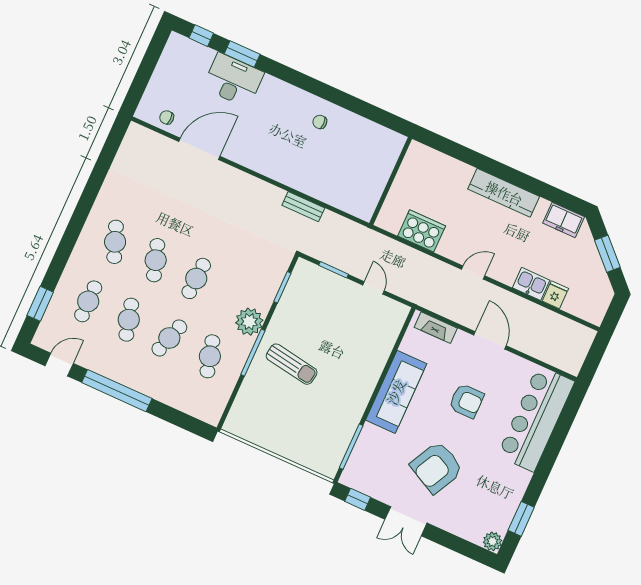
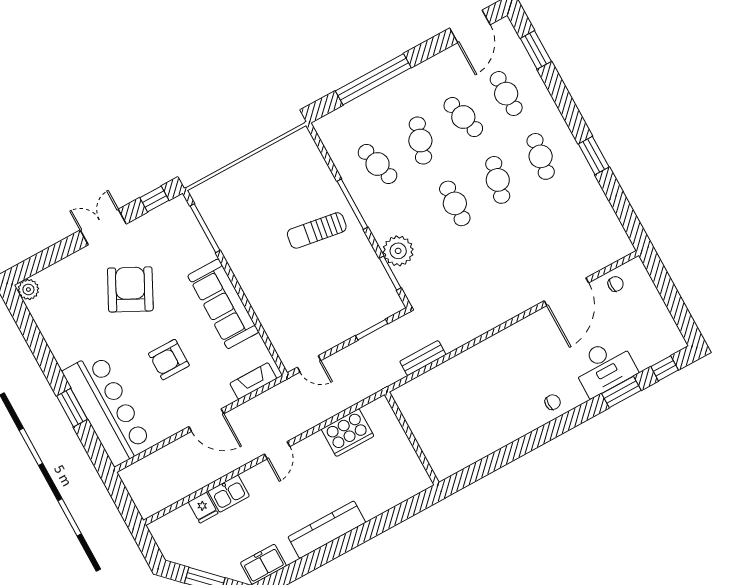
chair: (320, 122) -> (553, 402), moved
window: (85, 204) -> (594, 156), added
bench: (303, 207) -> (423, 358), moved
cafe table: (115, 242) -> (541, 156), turned 30
cafe table: (156, 260) -> (498, 180), turned 33
door: (373, 288) -> (309, 364), moved
plant: (249, 322) -> (398, 251), moved
door: (59, 365) -> (470, 26), width x1.38
window: (117, 391) -> (373, 79), moved
window: (521, 519) -> (72, 408), moved

